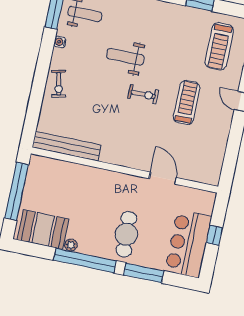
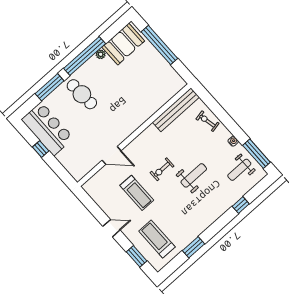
bench: (66, 146) -> (176, 110), moved
wall: (125, 170) -> (134, 135), moved
door: (163, 178) -> (111, 155), moved

